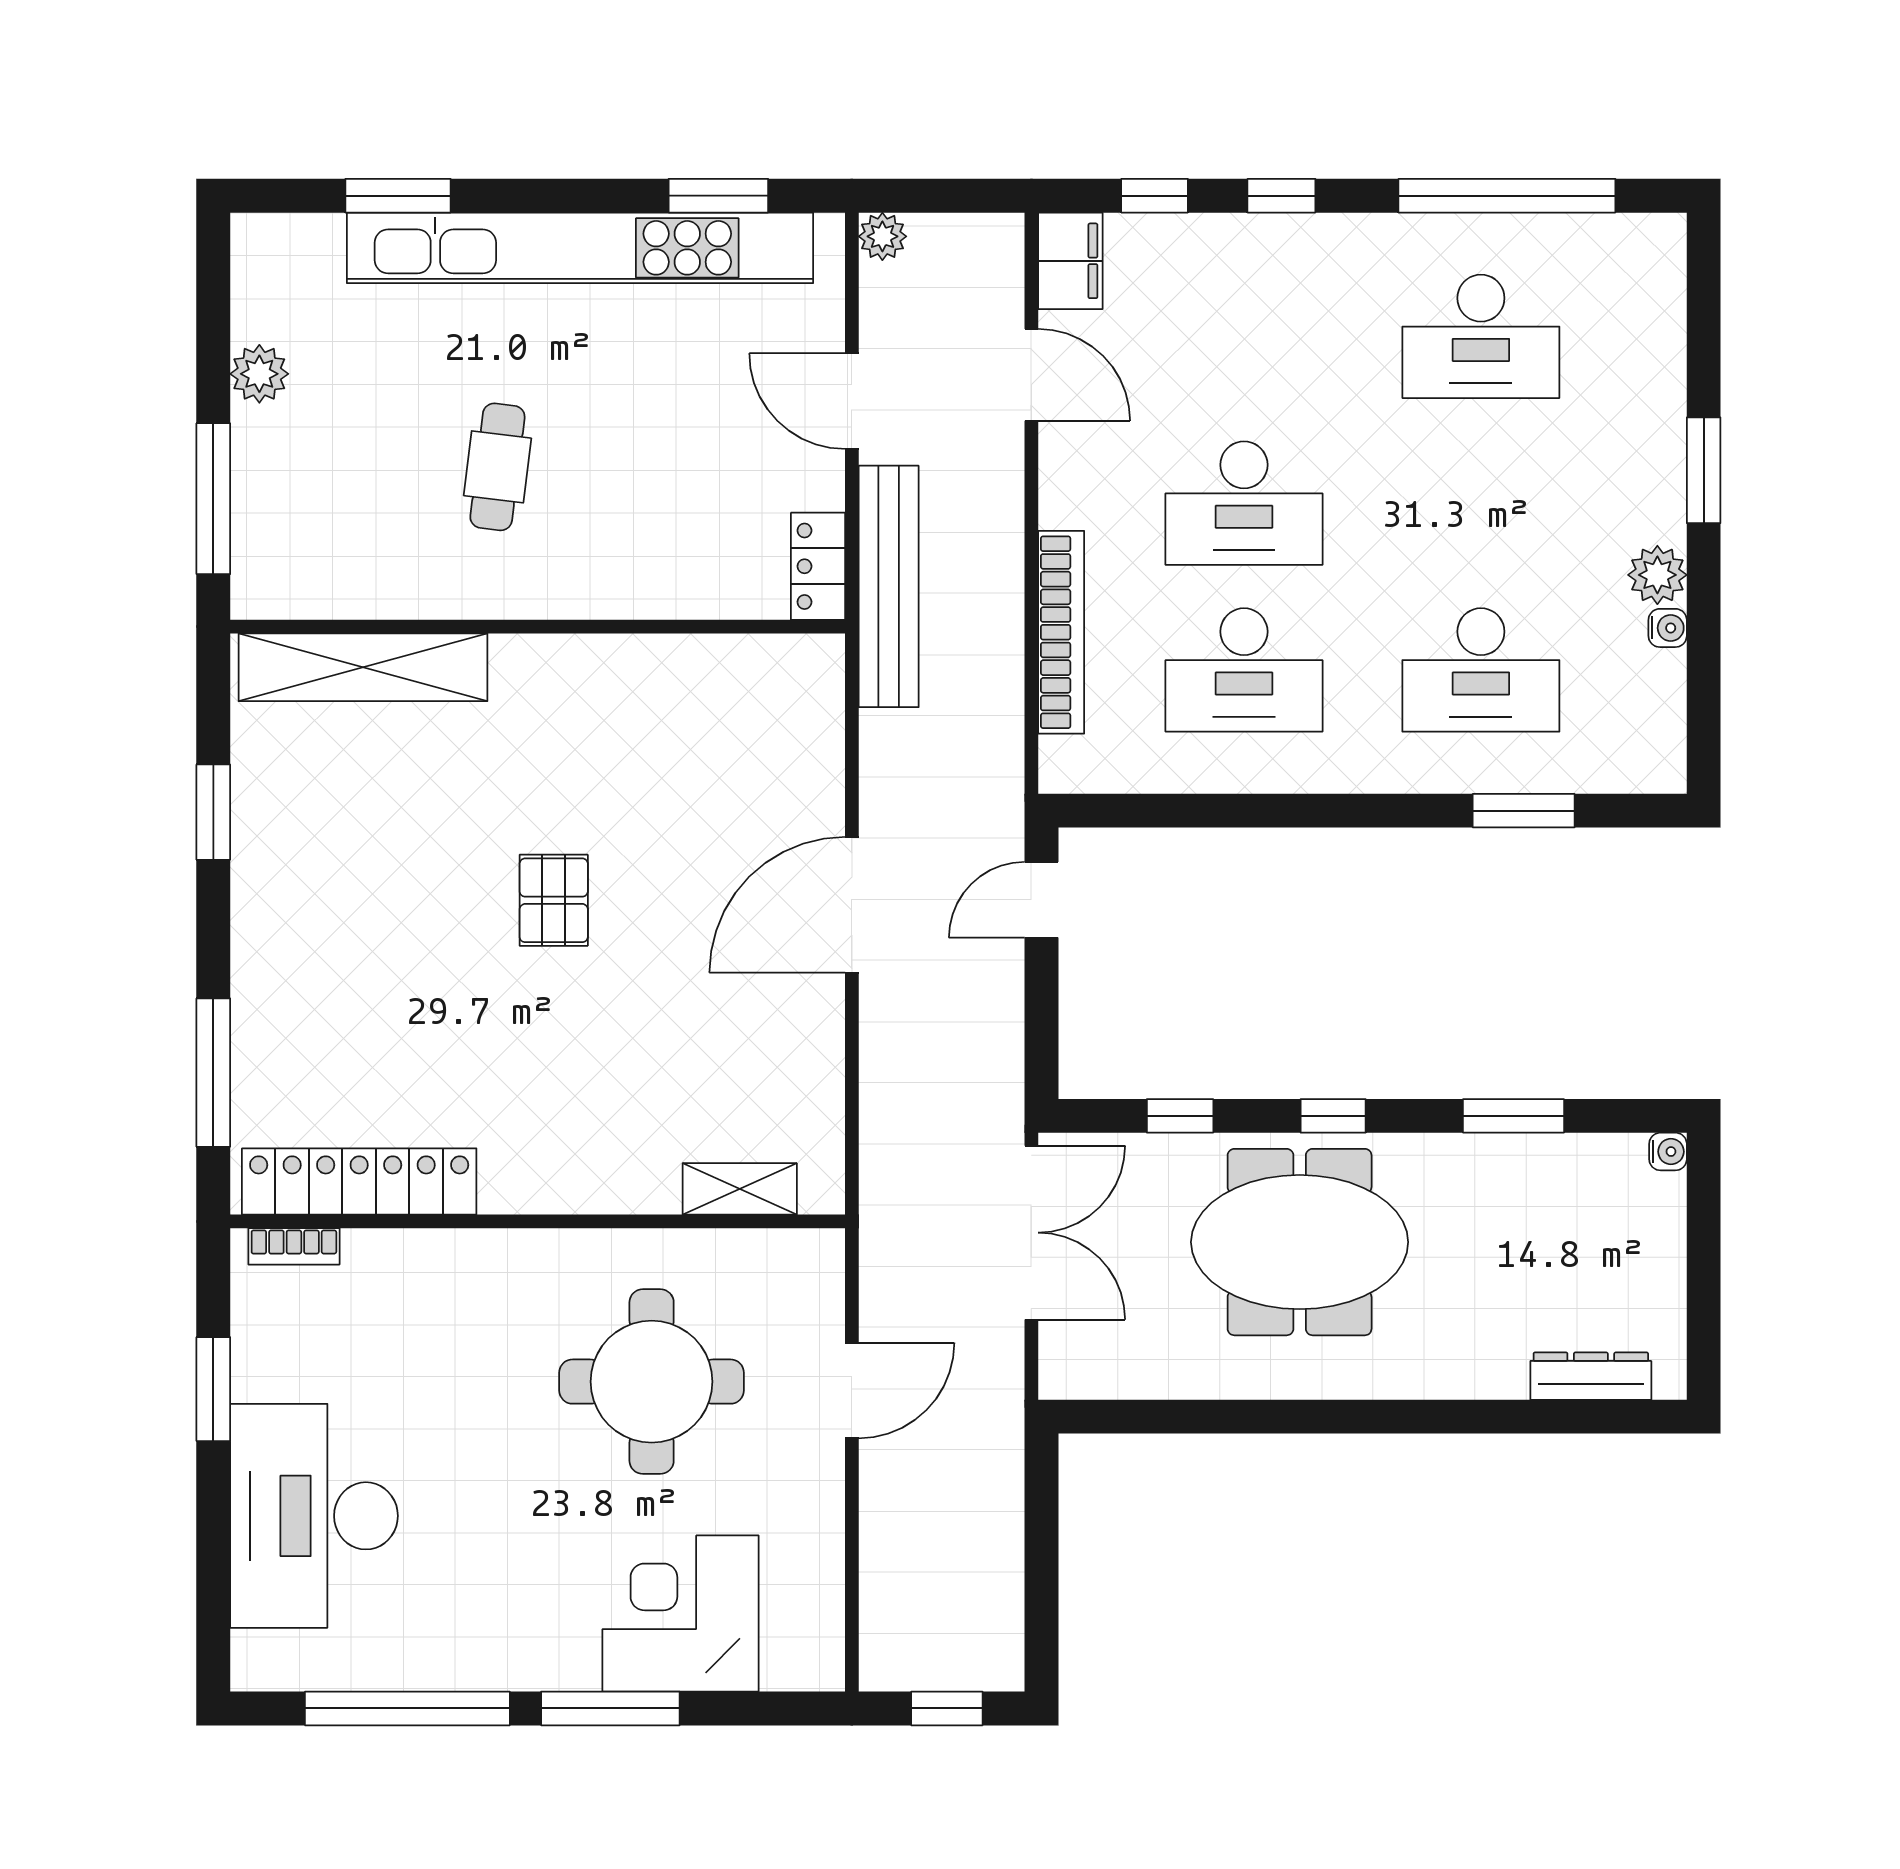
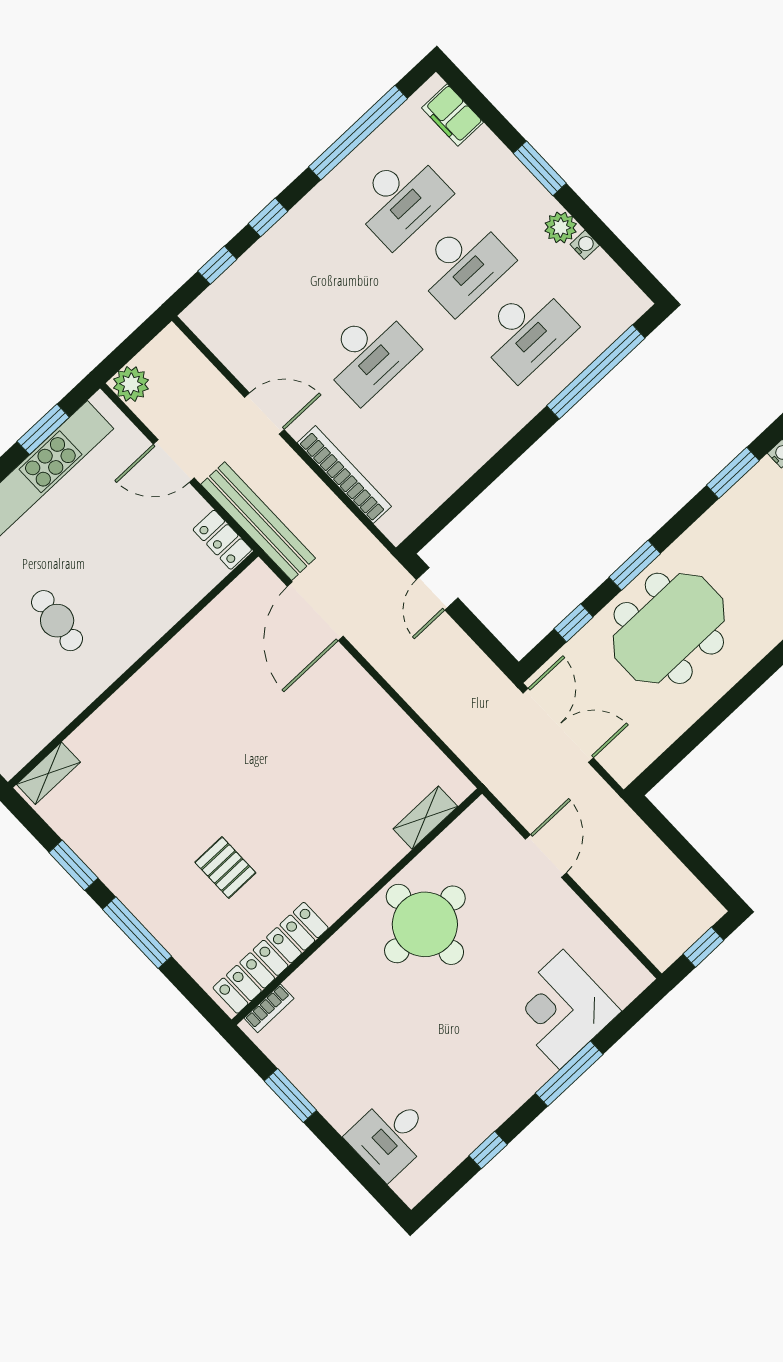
plant: (882, 236) -> (131, 384), width x1.38, depth x1.38
filing cabinet: (1070, 261) -> (452, 115), moved, turned 180
door: (1031, 375) -> (264, 414), moved
shelving: (363, 667) -> (48, 773), width x0.45, depth x0.75
desk: (1244, 670) -> (463, 265), moved
window: (1524, 811) -> (596, 372), width x2.11
pallet: (554, 900) -> (225, 867), moved
door: (852, 905) -> (315, 611), moved
window: (213, 1073) -> (137, 933), moved
window: (1333, 1116) -> (635, 565), width x1.50
window: (1514, 1116) -> (733, 473), moved
round table: (652, 1382) -> (425, 924), moved
desk: (314, 1516) -> (390, 1136), width x0.53, depth x0.77
window: (407, 1708) -> (488, 1150), width x0.32

